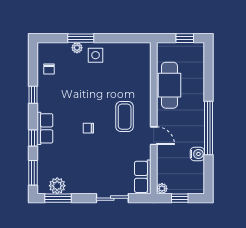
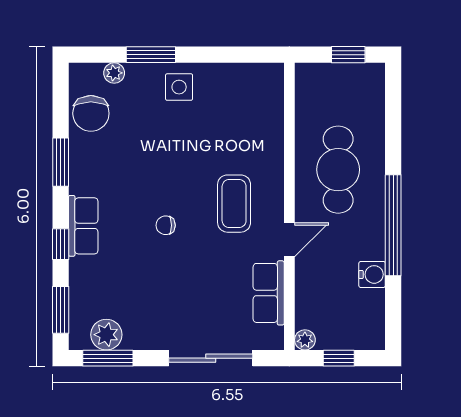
plant: (77, 48) -> (114, 73), moved
chair: (49, 69) -> (91, 113), width x1.87, depth x1.87
cafe table: (170, 85) -> (338, 170), moved
window: (33, 95) -> (61, 162), width x1.50
door: (154, 136) -> (289, 240), hinge flipped
row of seats: (143, 177) -> (269, 293), moved
sliding door: (112, 198) -> (211, 358), width x1.37

